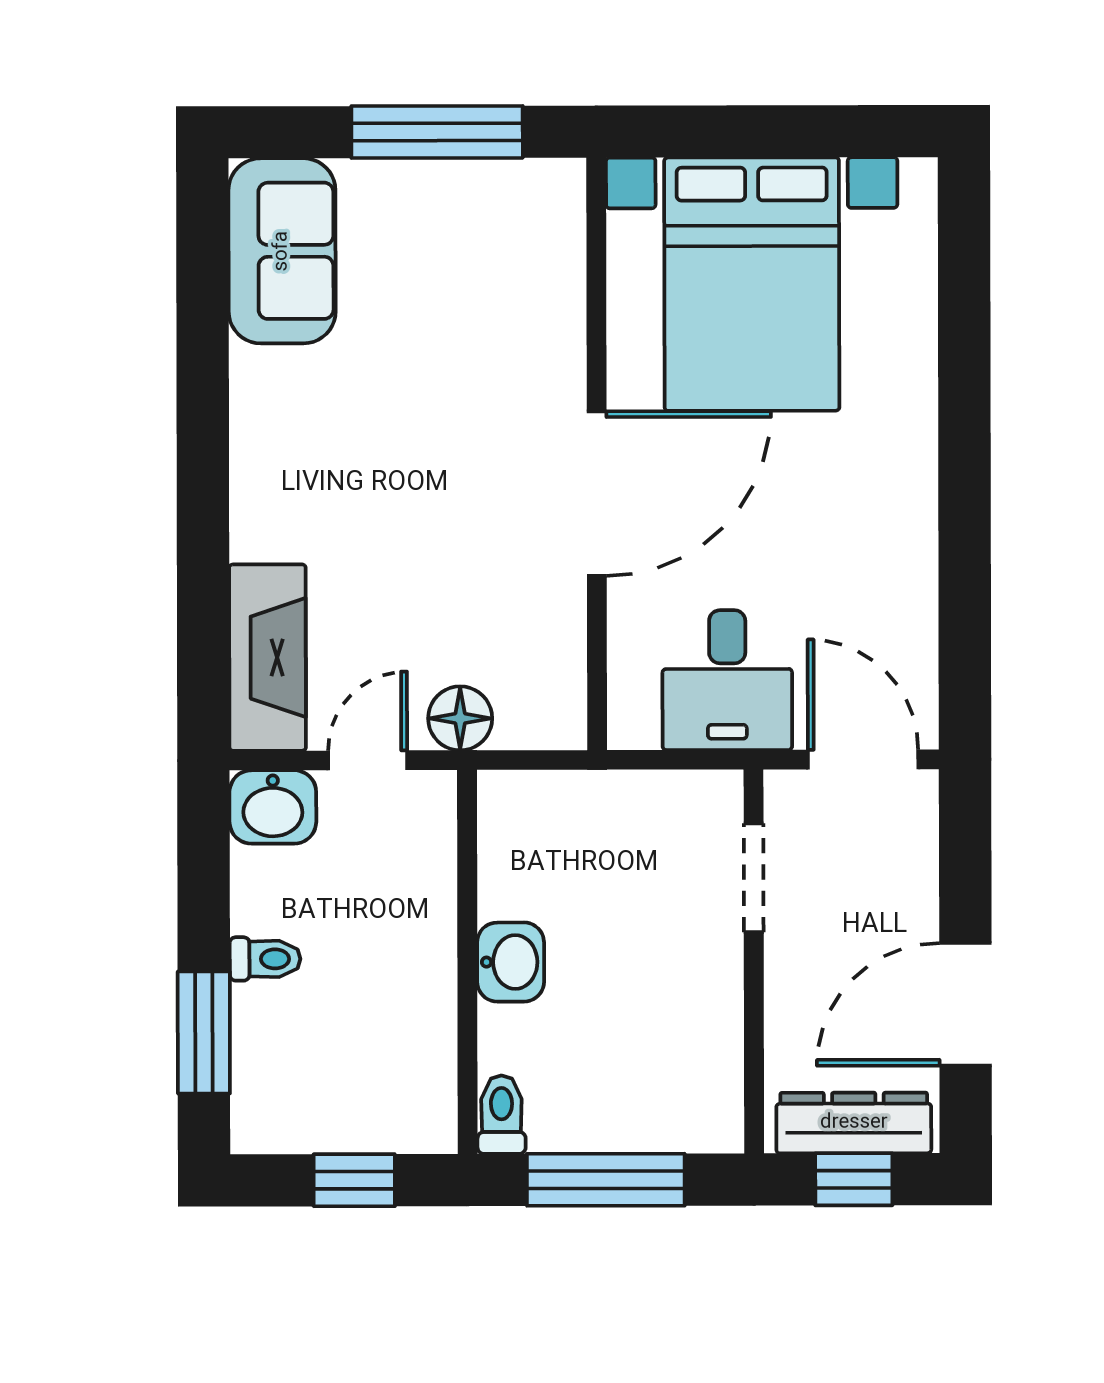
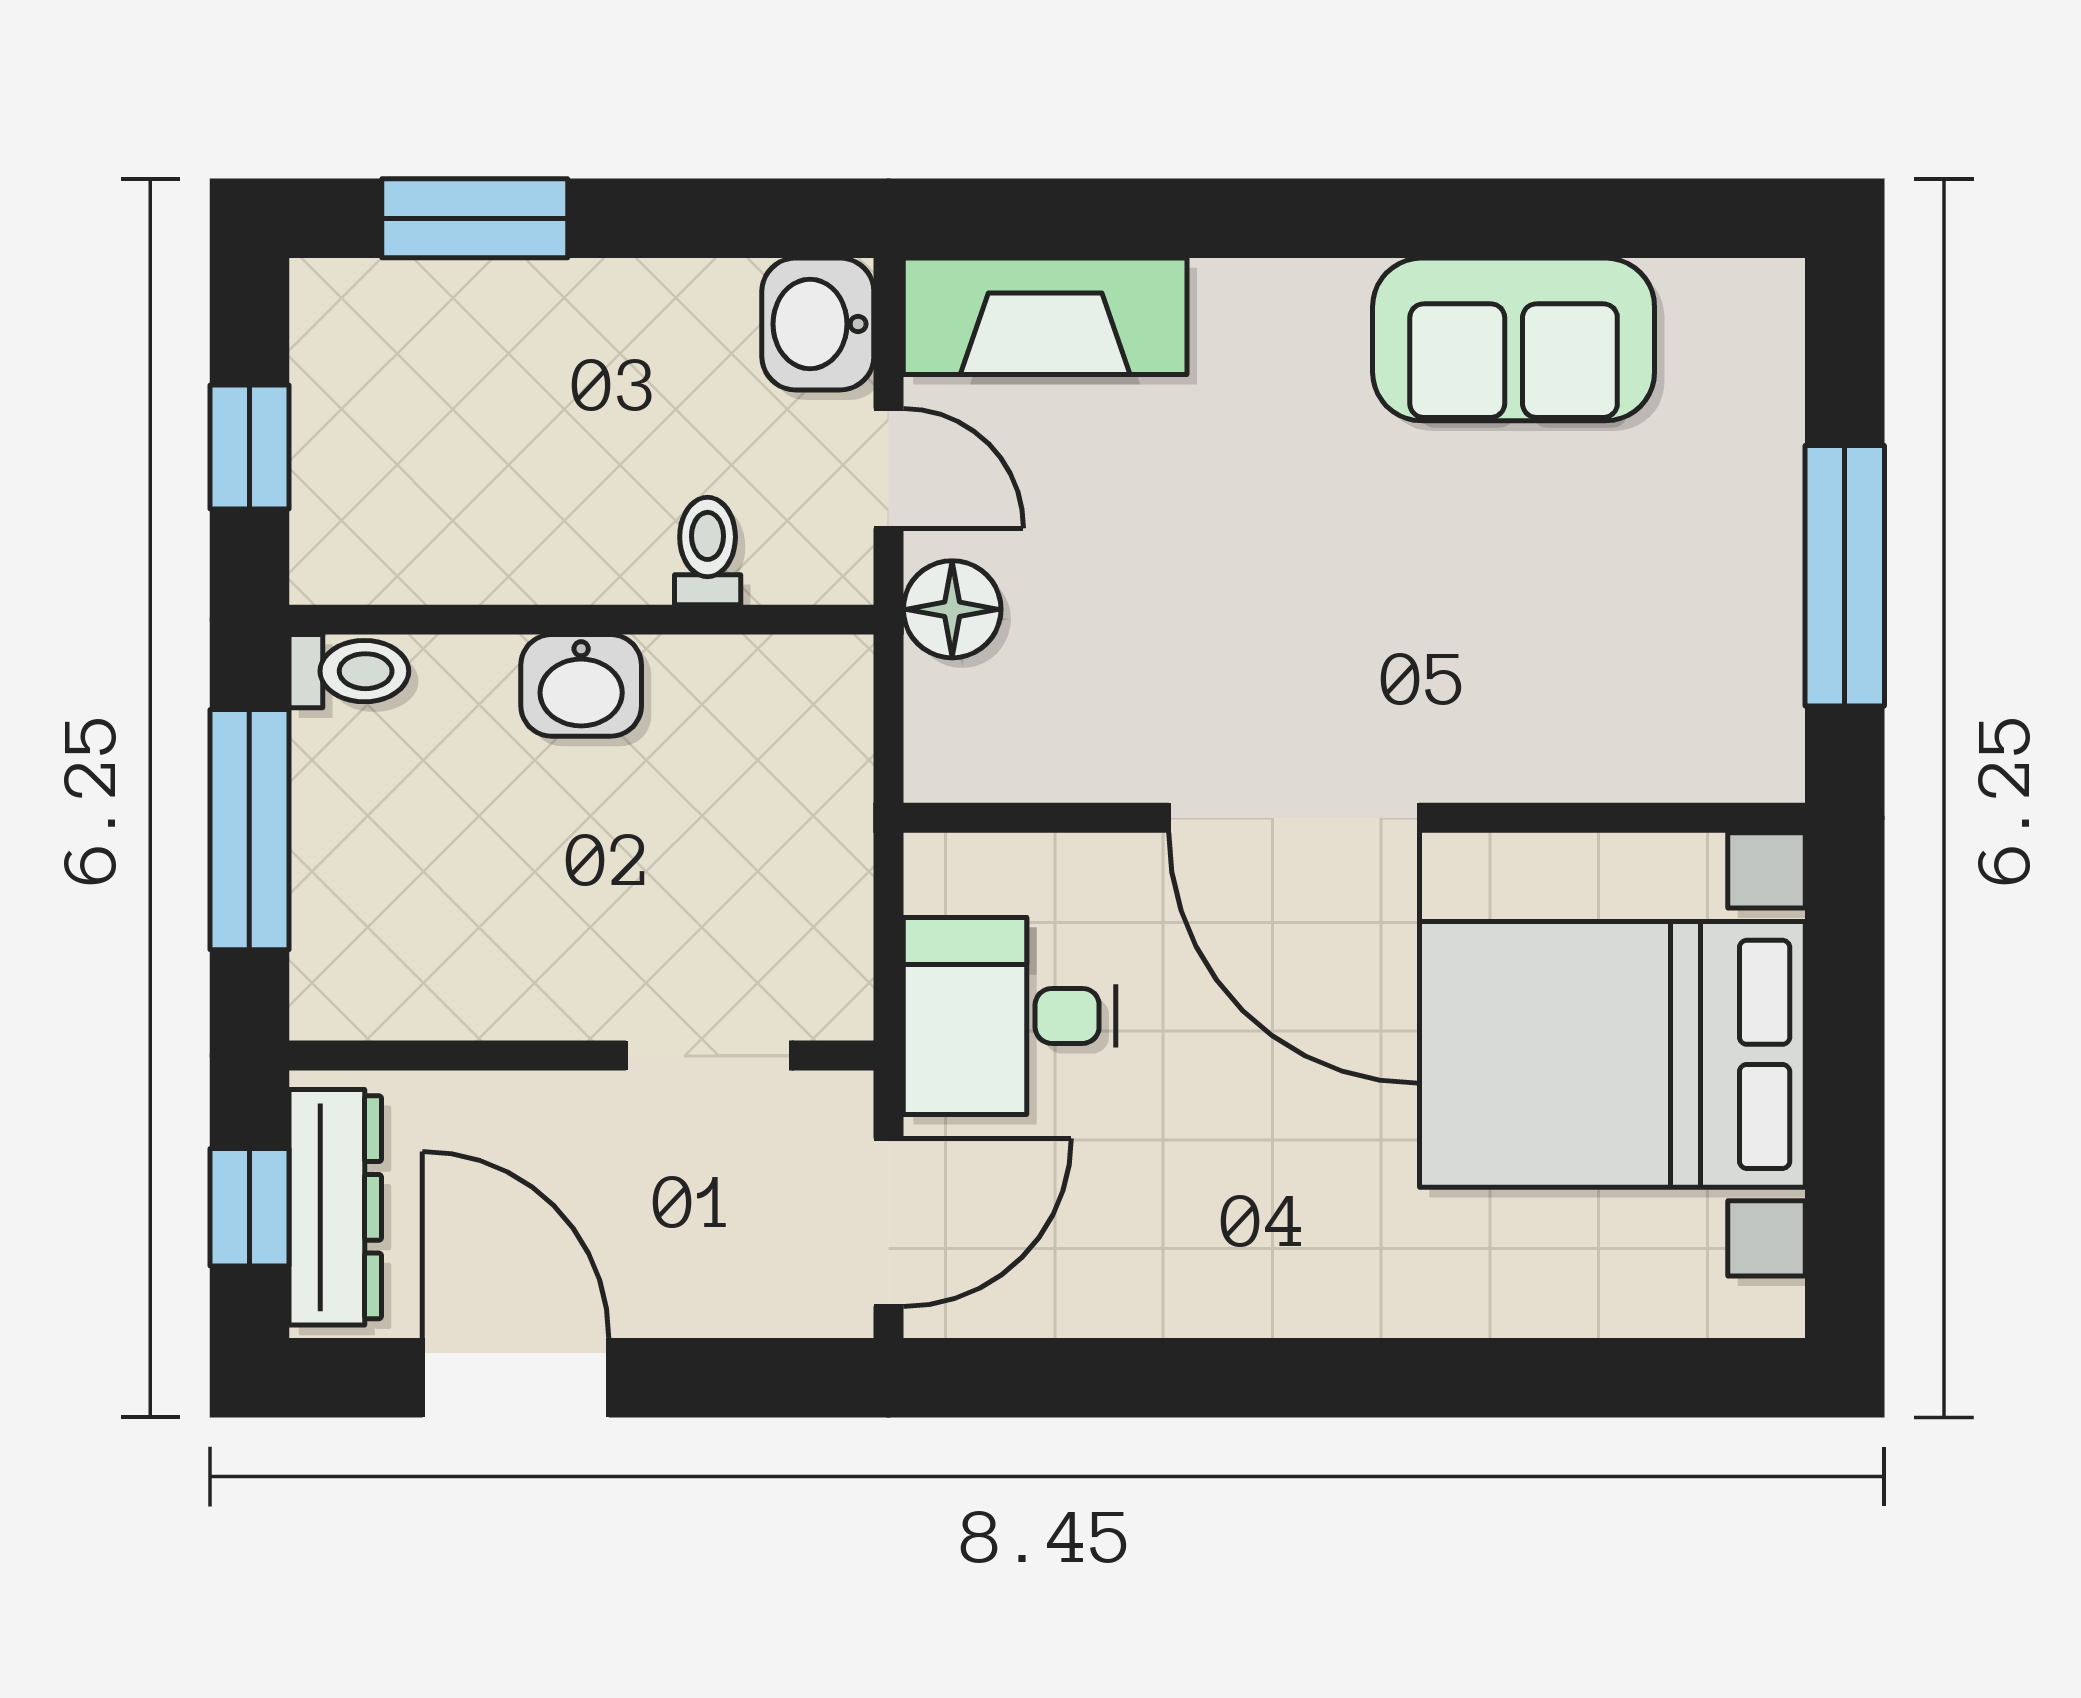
sofa: (282, 251) -> (1514, 339), moved
toilet: (265, 959) -> (708, 551), moved, turned 180

